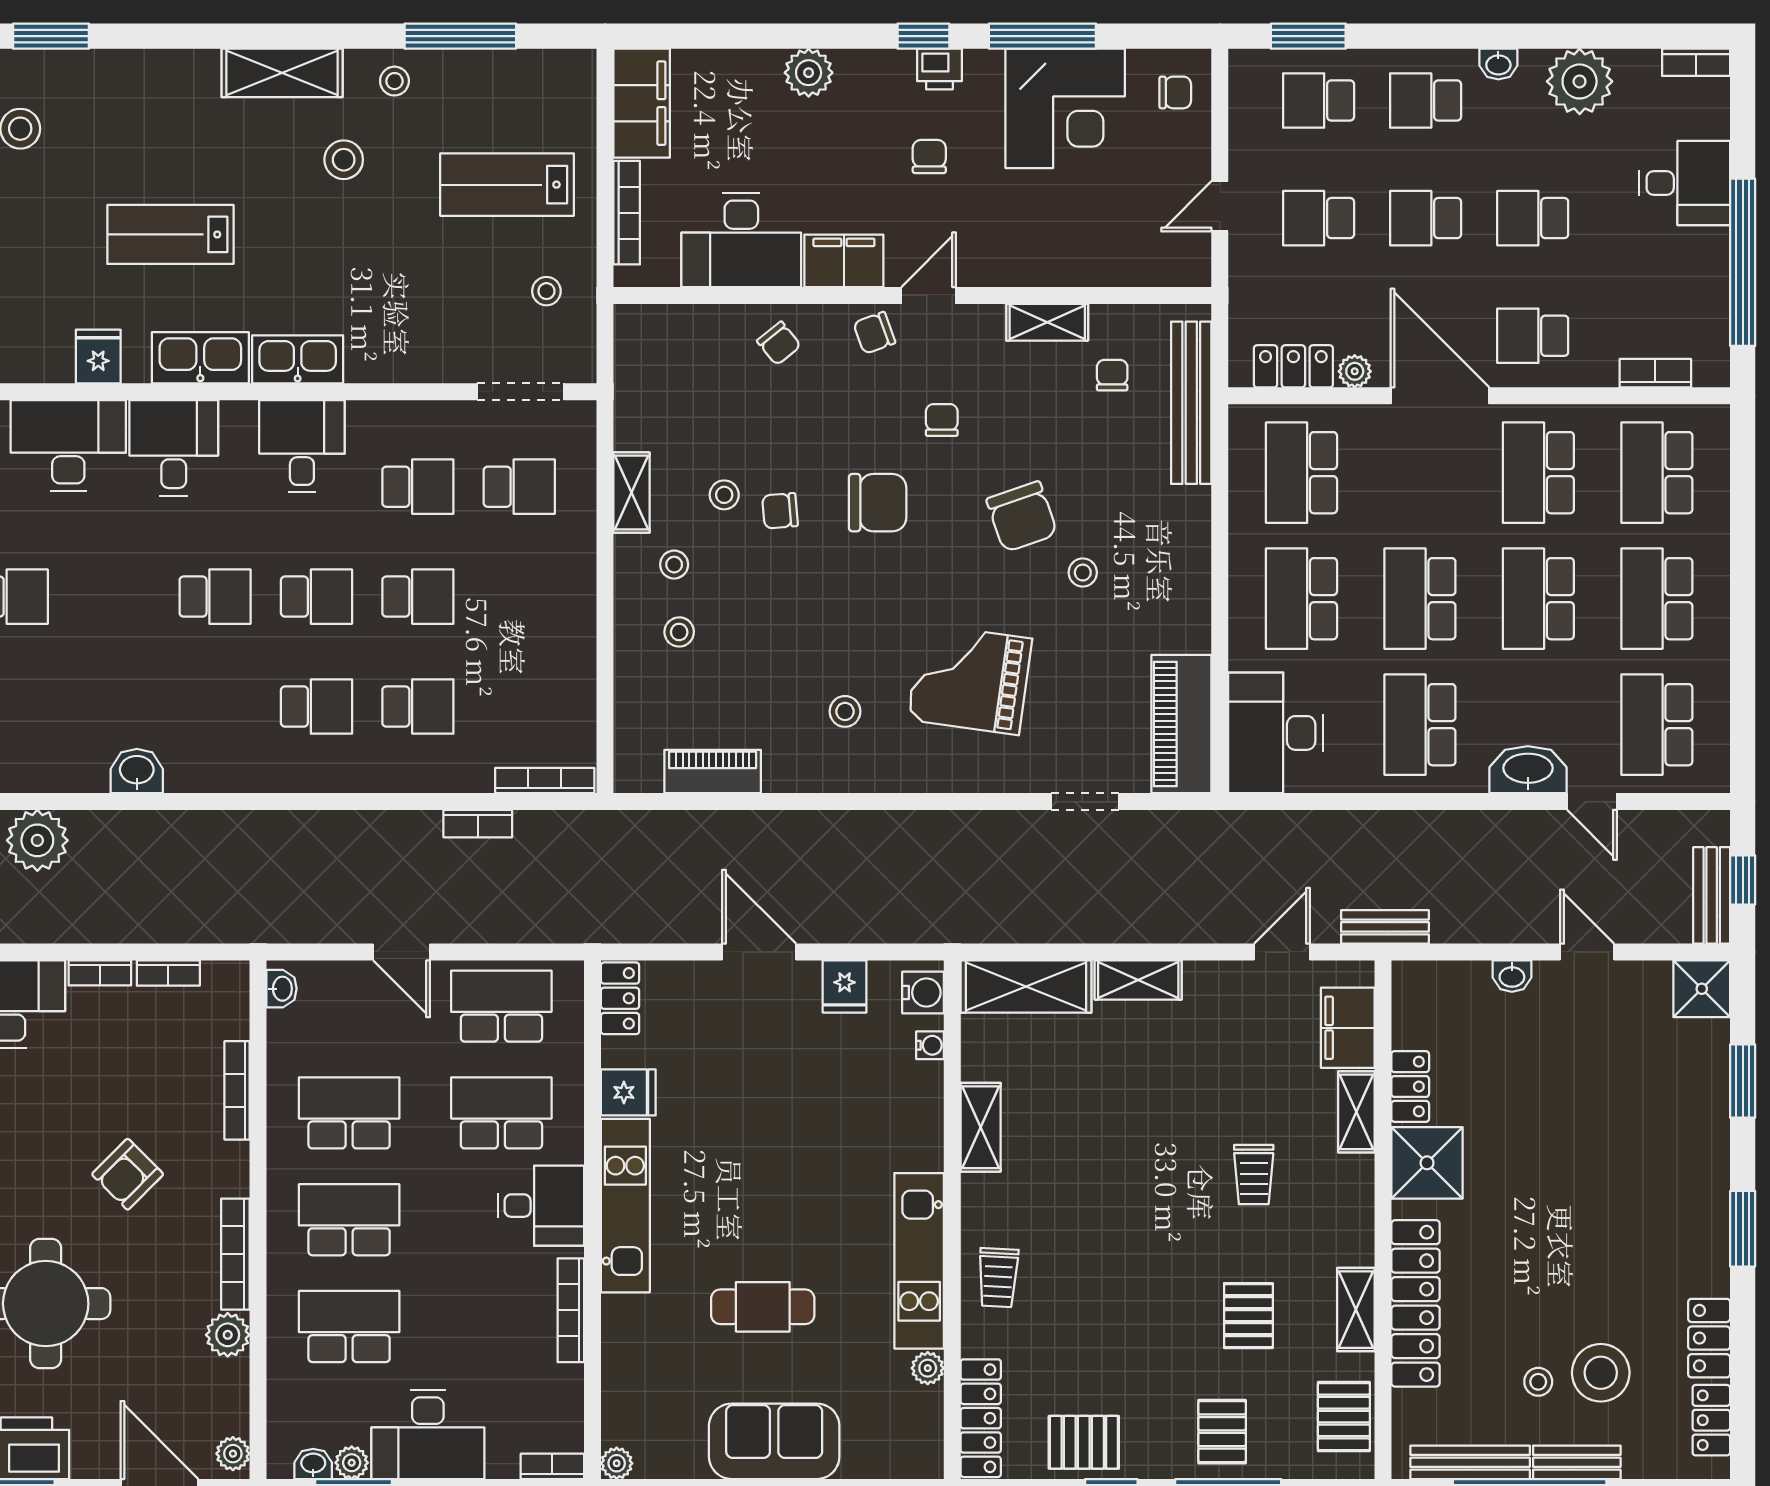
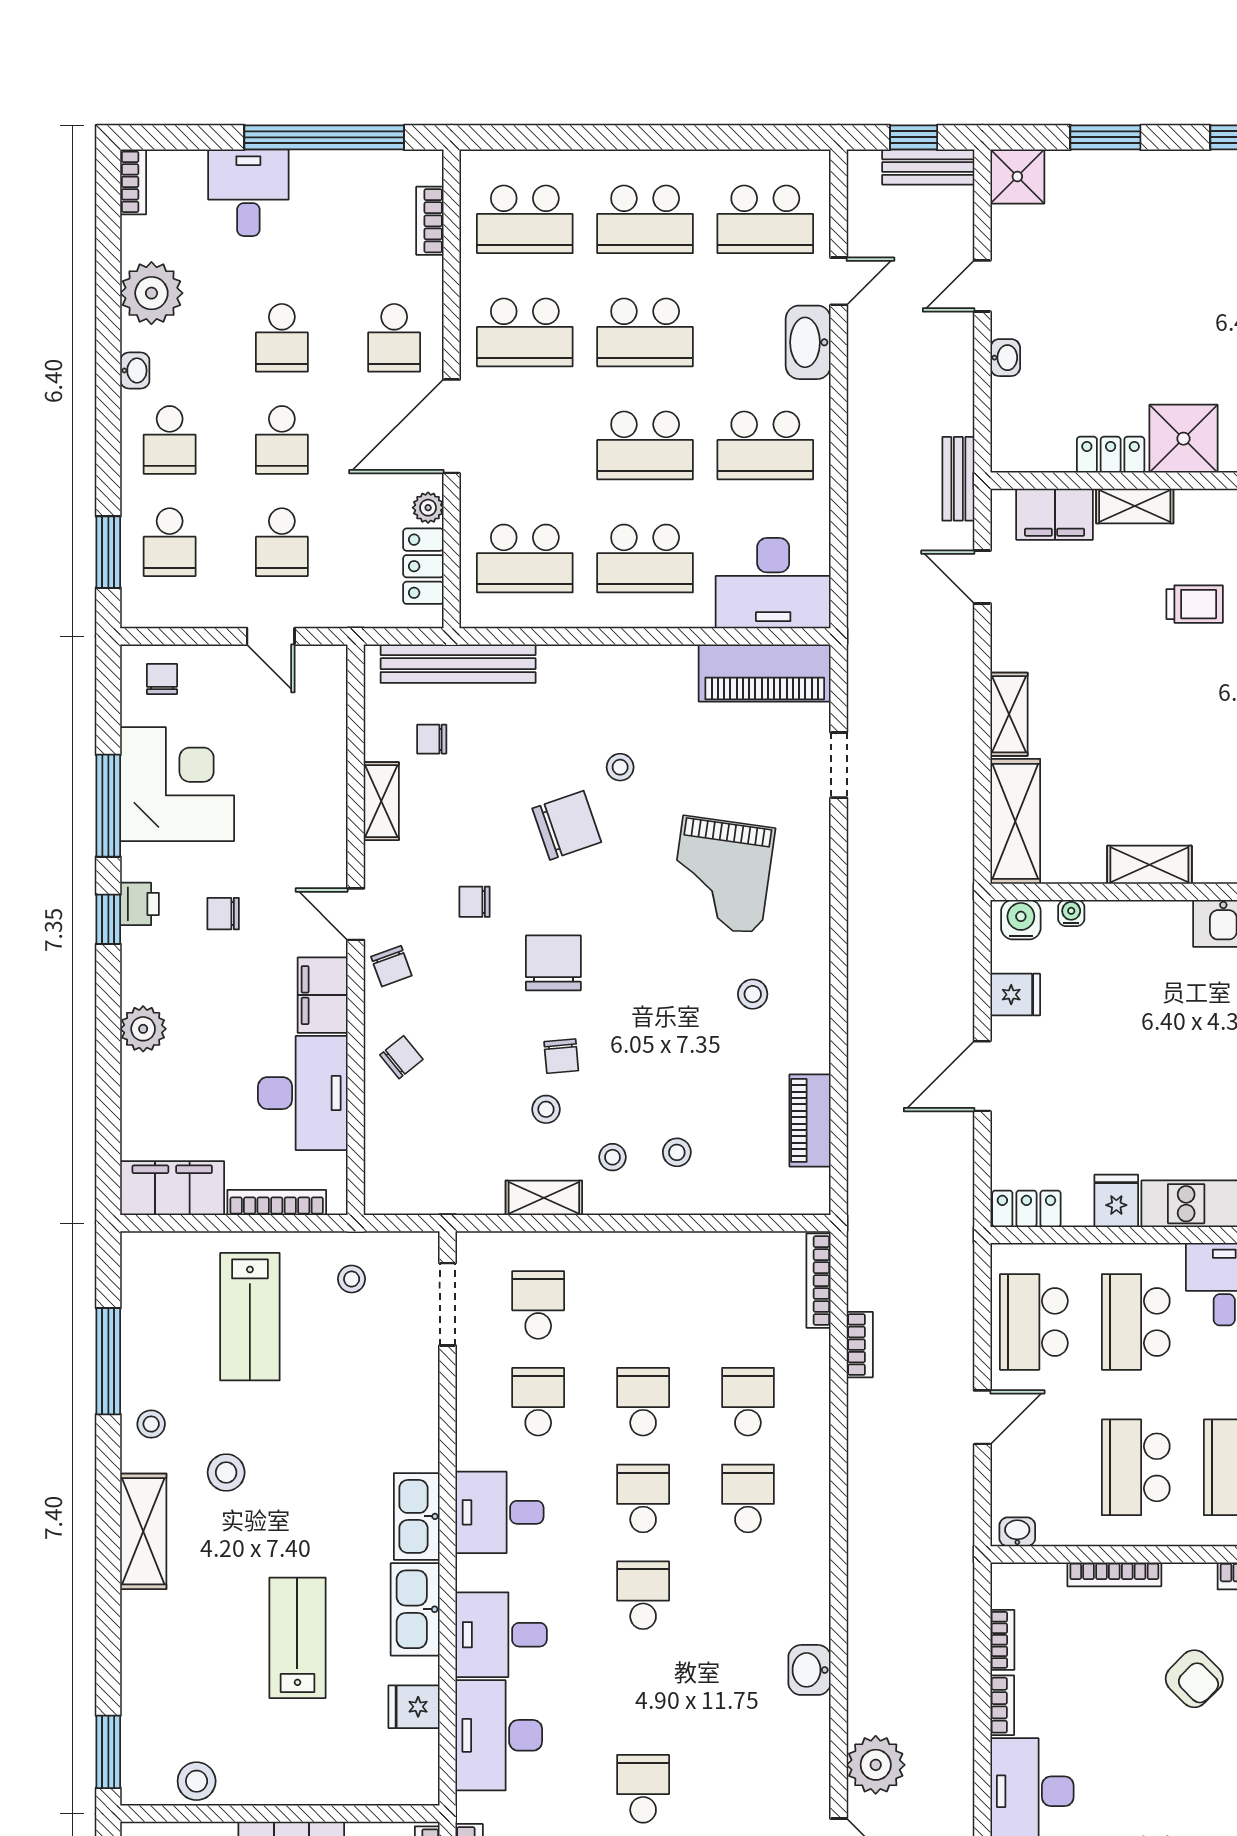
lab bench: (170, 234) -> (297, 1638), turned 180

